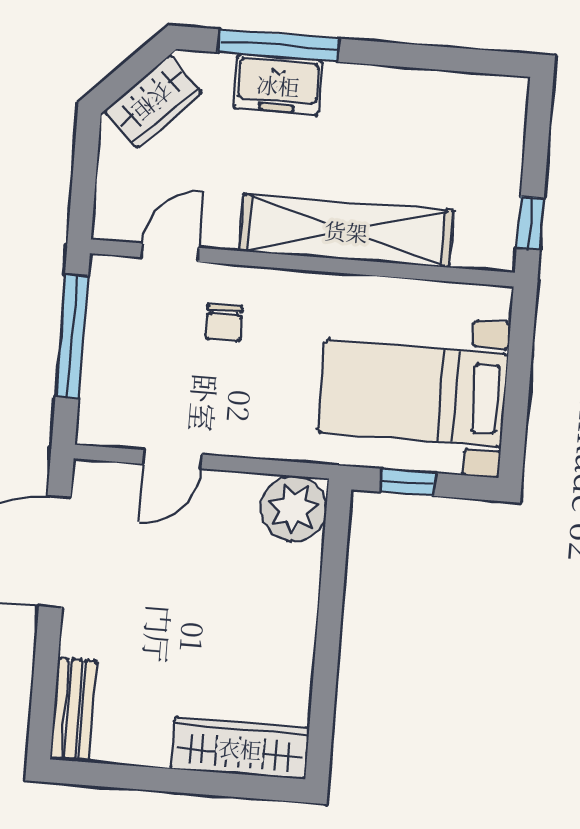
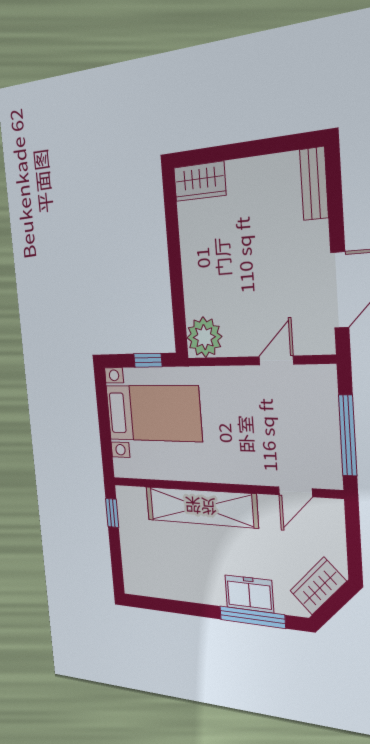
chair: (224, 323) -> (259, 449), removed
wardrobe: (240, 748) -> (200, 181), width x0.67

